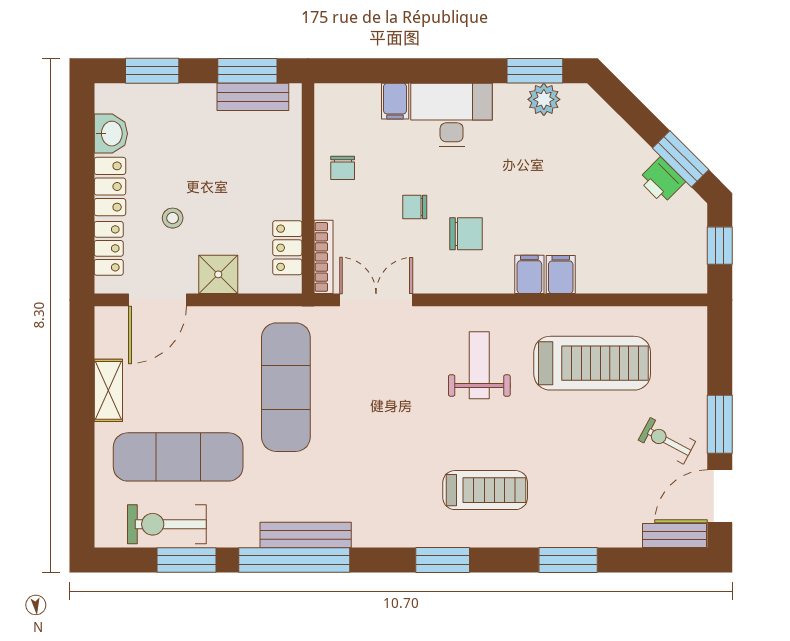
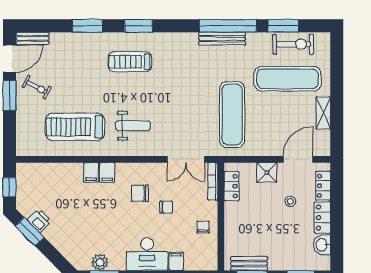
weight bench: (479, 365) -> (133, 126), turned -90
window: (443, 560) -> (138, 26), moved

